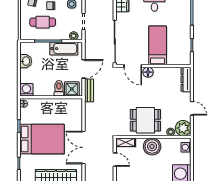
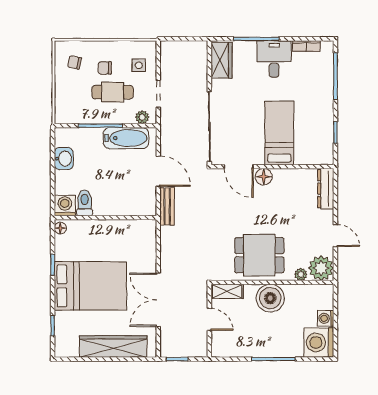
cafe table: (43, 22) -> (113, 92), moved
door: (84, 69) -> (158, 171), hinge flipped
toilet: (59, 88) -> (85, 203), moved
shower: (72, 89) -> (139, 204), removed
washing machine: (186, 147) -> (326, 318), moved

